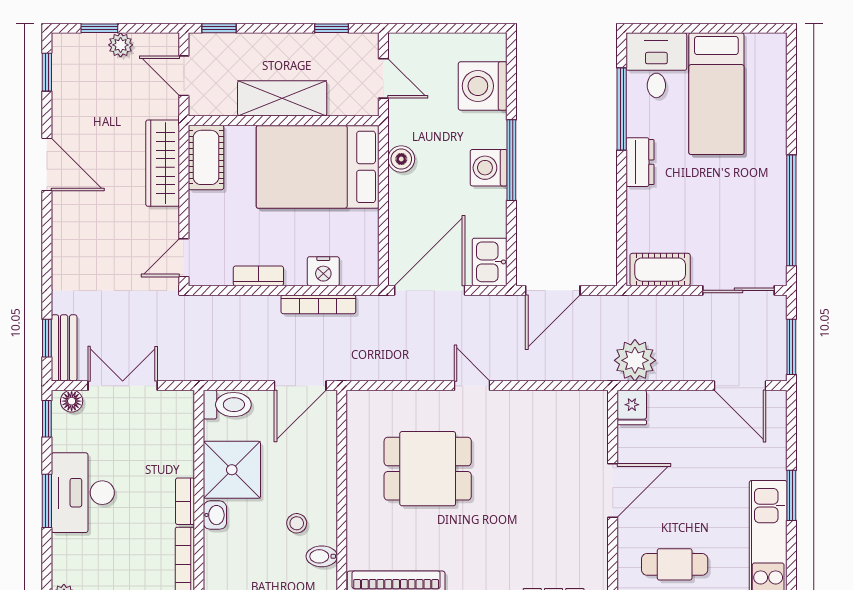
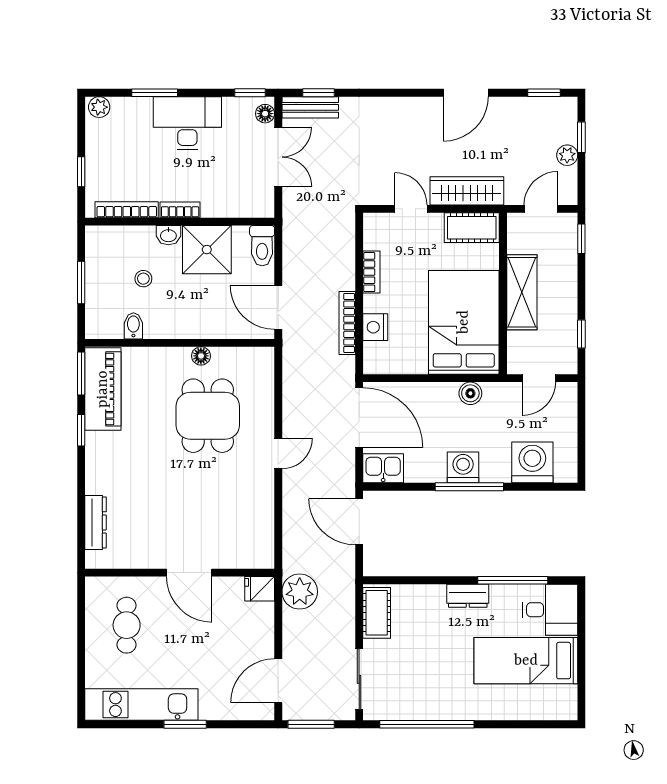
door: (184, 258) -> (411, 209), moved
floor lamp: (357, 477) -> (201, 356), added
window: (47, 501) -> (155, 93), moved
stool: (297, 523) -> (143, 279), moved

